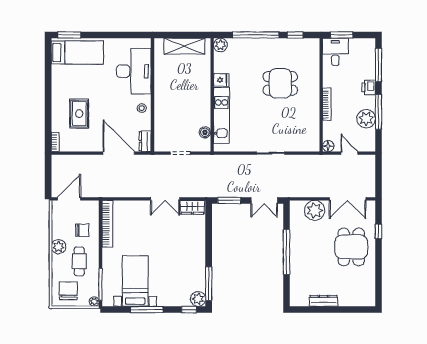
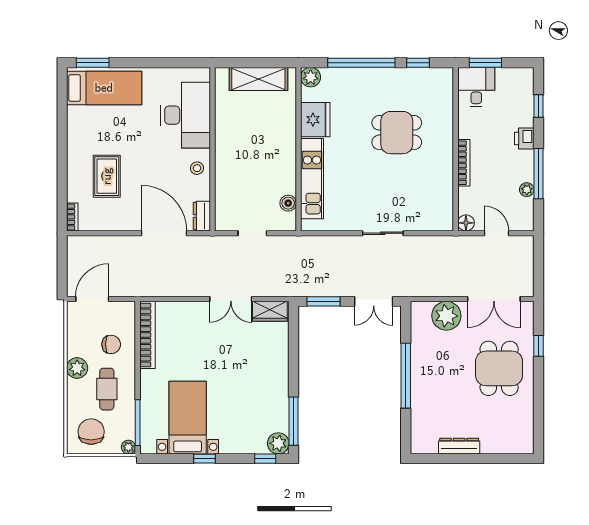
window: (379, 65) -> (538, 106), width x0.46
fridge: (221, 80) -> (315, 120), width x1.88, depth x1.34
plant: (366, 119) -> (527, 190), width x0.53, depth x0.53
window: (147, 310) -> (204, 459), width x0.46

